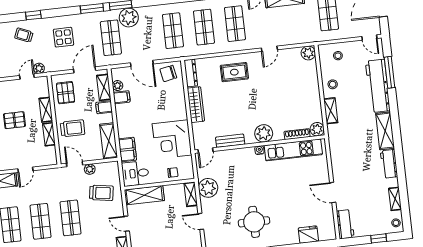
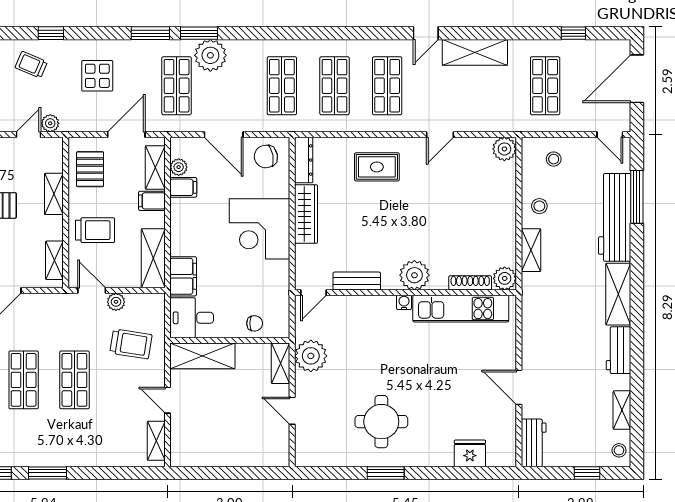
shelving: (49, 134) -> (54, 260), moved
corner desk: (172, 139) -> (260, 229), moved

